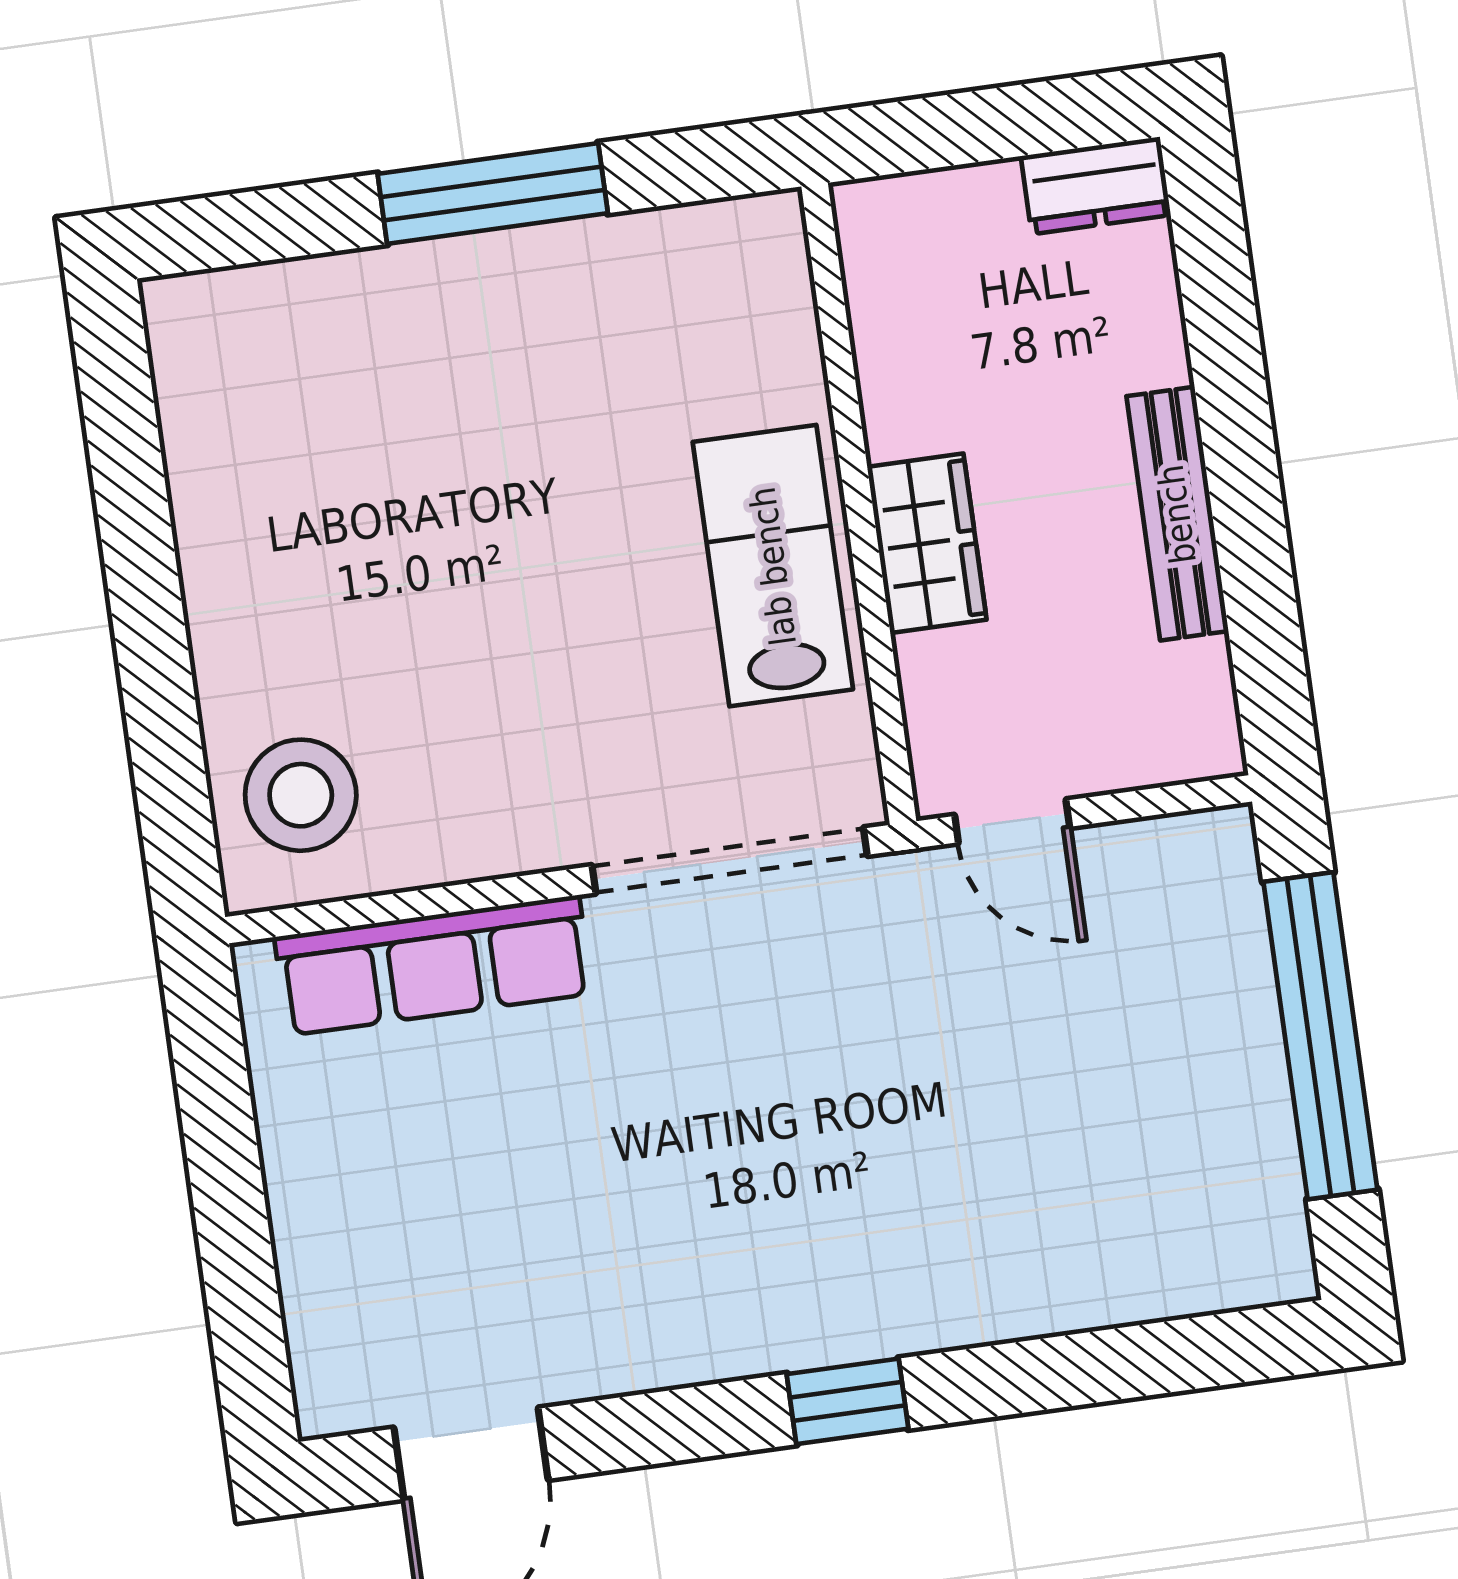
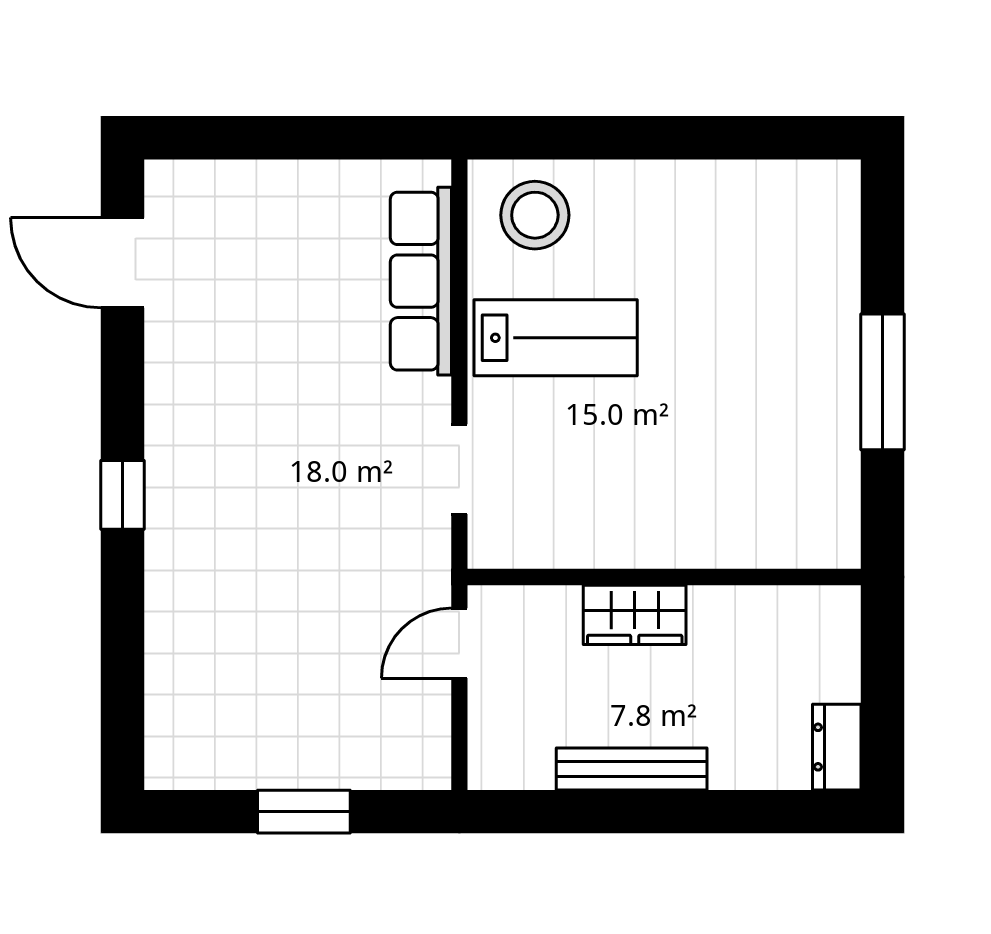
lab bench: (773, 566) -> (556, 338), moved
doorway: (730, 861) -> (459, 469), width x0.53
window: (1320, 1036) -> (304, 812), width x0.47

